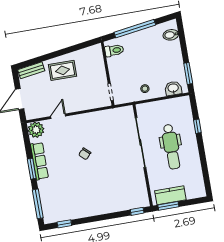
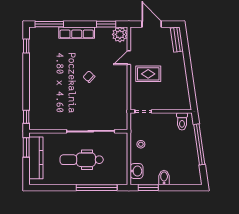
bidet: (171, 35) -> (164, 178), moved
rug: (63, 70) -> (148, 74), moved, turned 90
door: (58, 116) -> (129, 58), swing flipped
window: (197, 126) -> (97, 188), width x3.17
row of seats: (39, 161) -> (77, 33), moved
window: (32, 169) -> (106, 24), moved
kitchen counter: (170, 195) -> (36, 158), width x1.50

